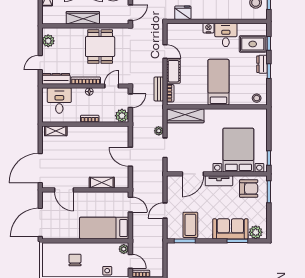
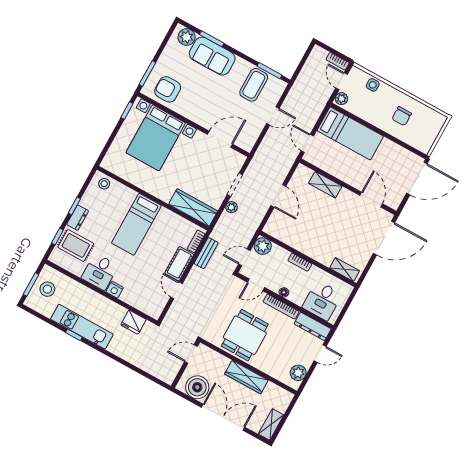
tv unit: (219, 181) -> (196, 116), removed

